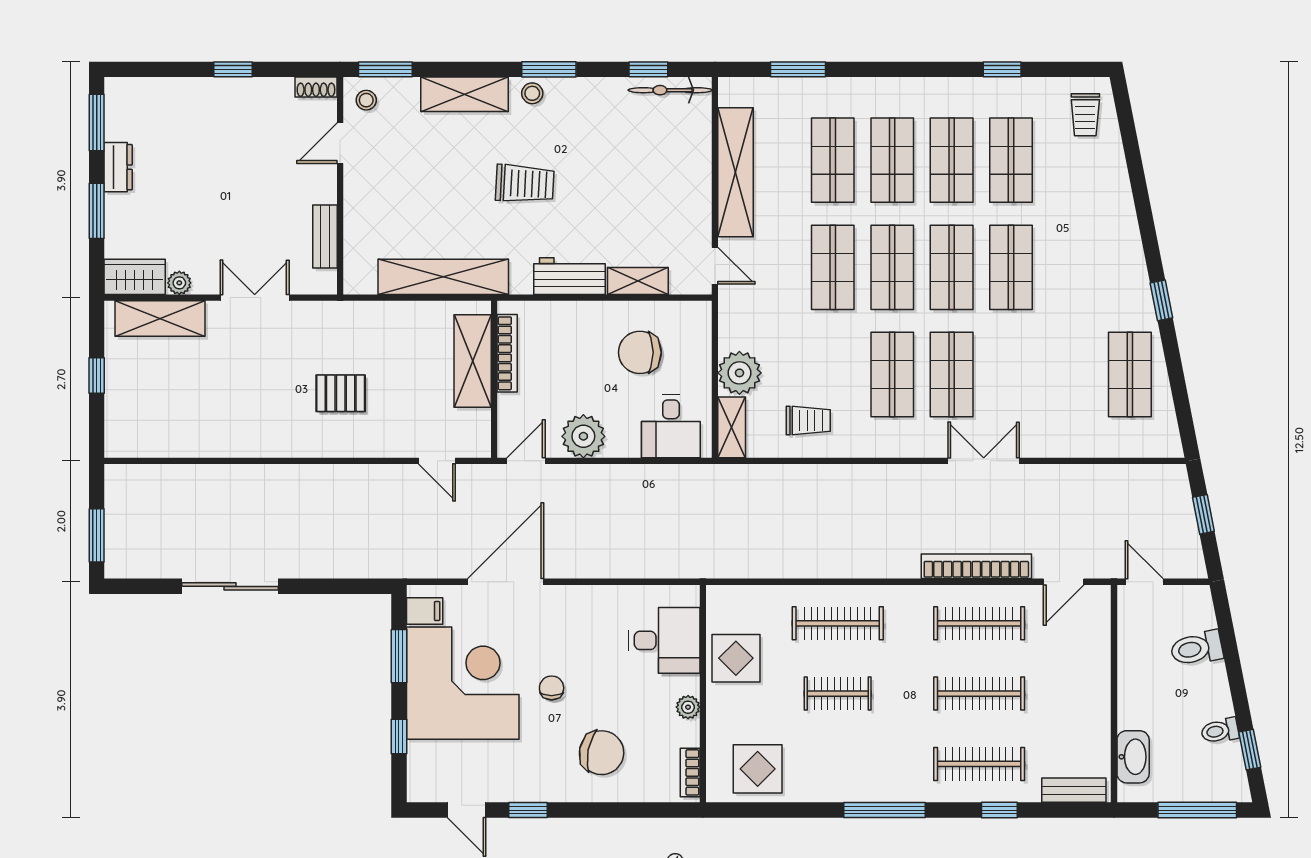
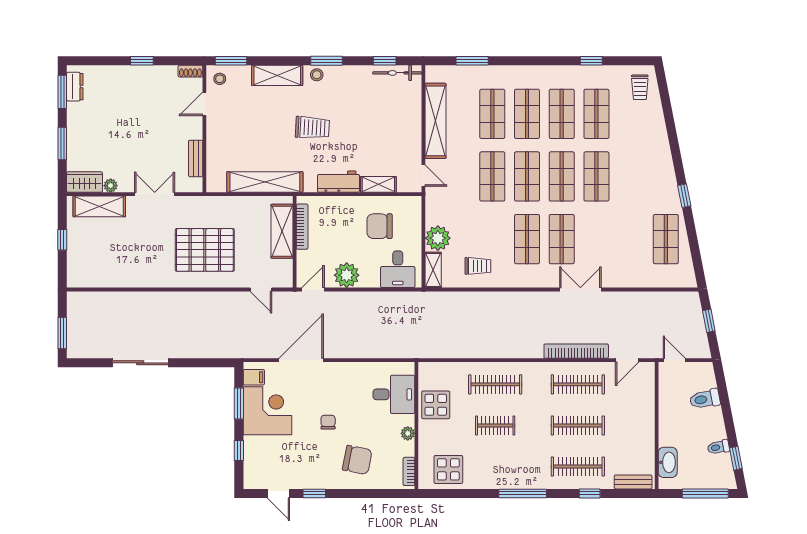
dresser: (118, 167) -> (75, 87), moved
pallet: (341, 393) -> (205, 250), width x2.05, depth x2.00
corner desk: (463, 683) -> (267, 411), width x0.74, depth x0.74

